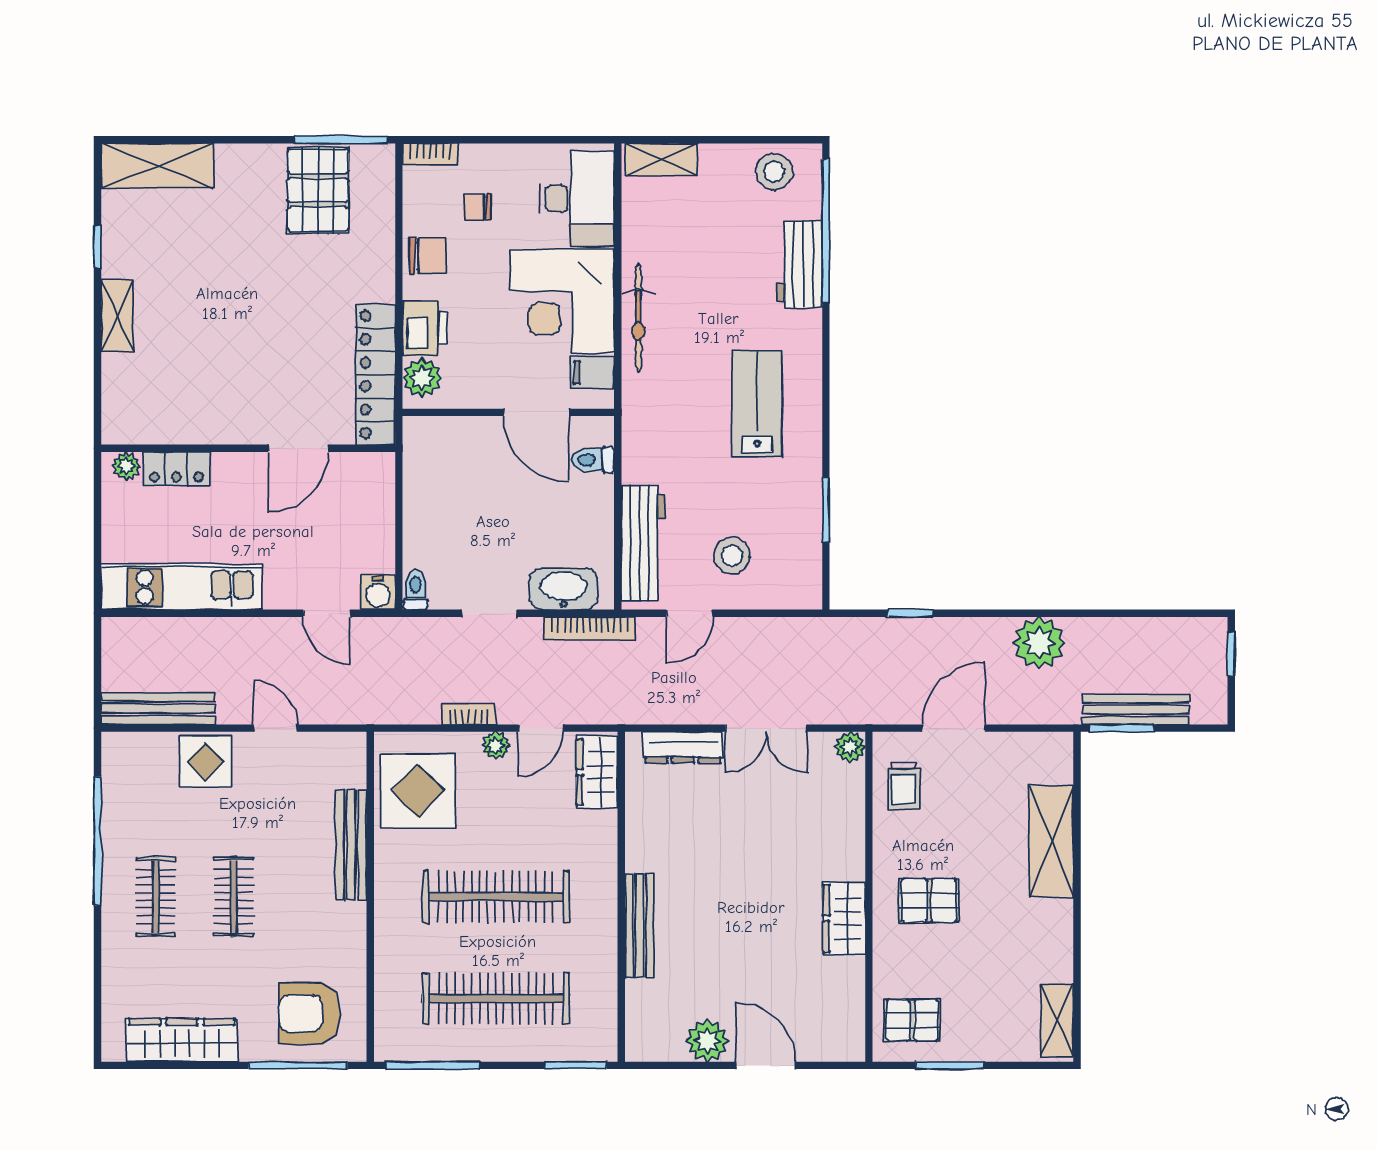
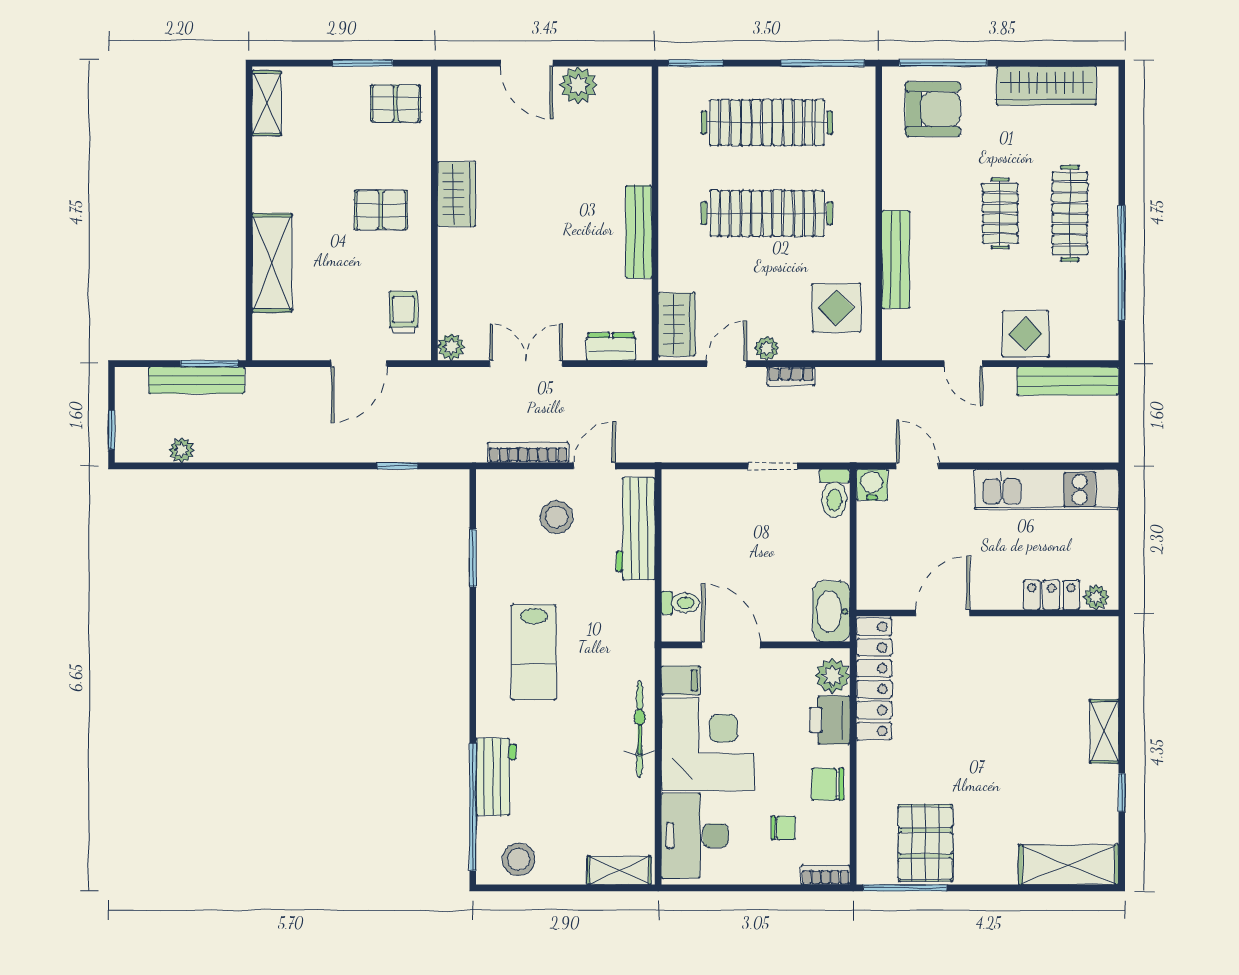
washbasin: (563, 589) -> (831, 611), moved, turned 90
toilet: (415, 590) -> (834, 493), width x1.37, depth x1.39
bookcase: (589, 629) -> (528, 452), moved
plant: (1039, 643) -> (182, 450), moved, width x0.53, depth x0.53
dresser: (683, 747) -> (611, 347), width x0.70
display table: (418, 791) -> (836, 308), width x0.73, depth x0.73
clothes rail: (156, 897) -> (1070, 213), width x1.36
bench: (639, 926) -> (639, 232), moved

